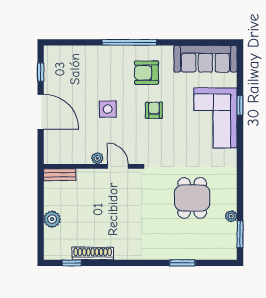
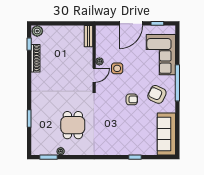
armchair: (146, 73) -> (157, 94), turned -65
side table: (108, 109) -> (117, 68), moved
corner sofa: (215, 118) -> (161, 55), moved, turned -90
dining table: (192, 198) -> (73, 125), turned 90
plant: (52, 219) -> (37, 31), moved

